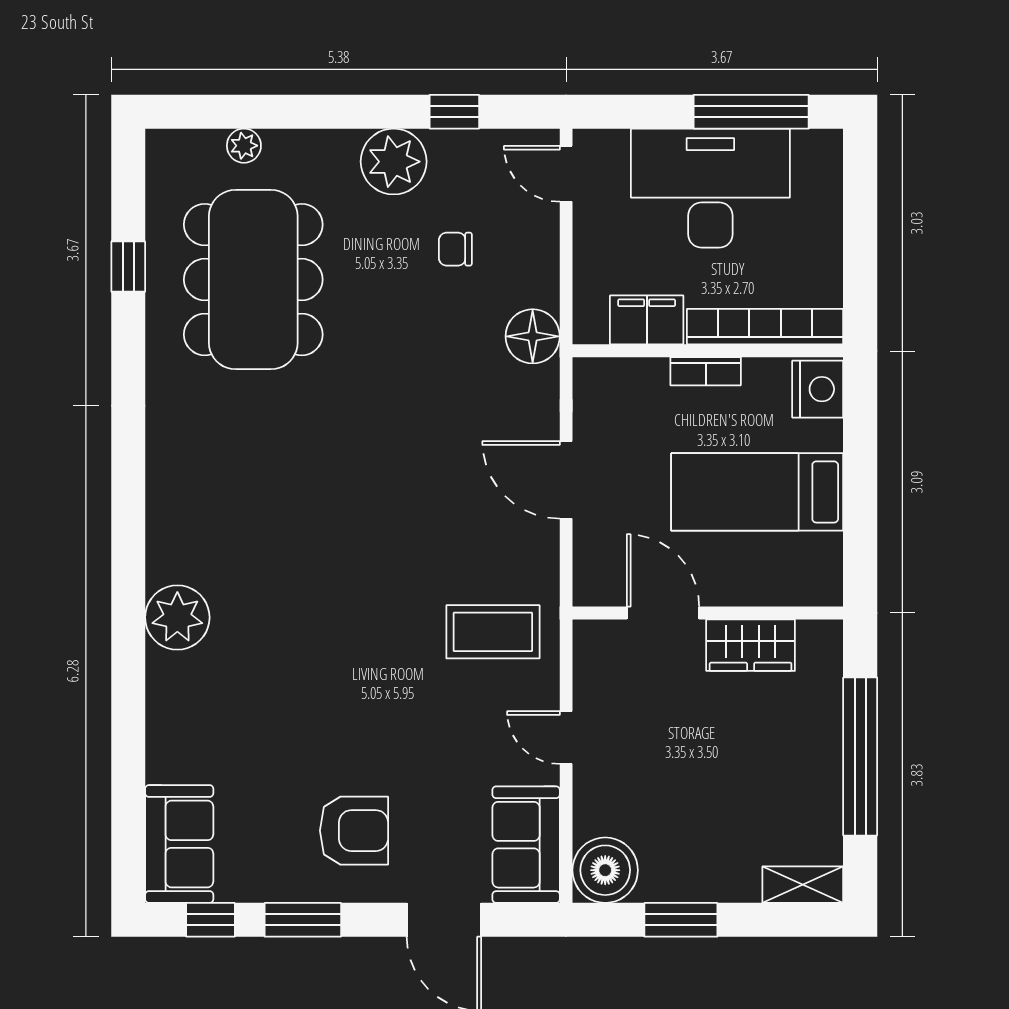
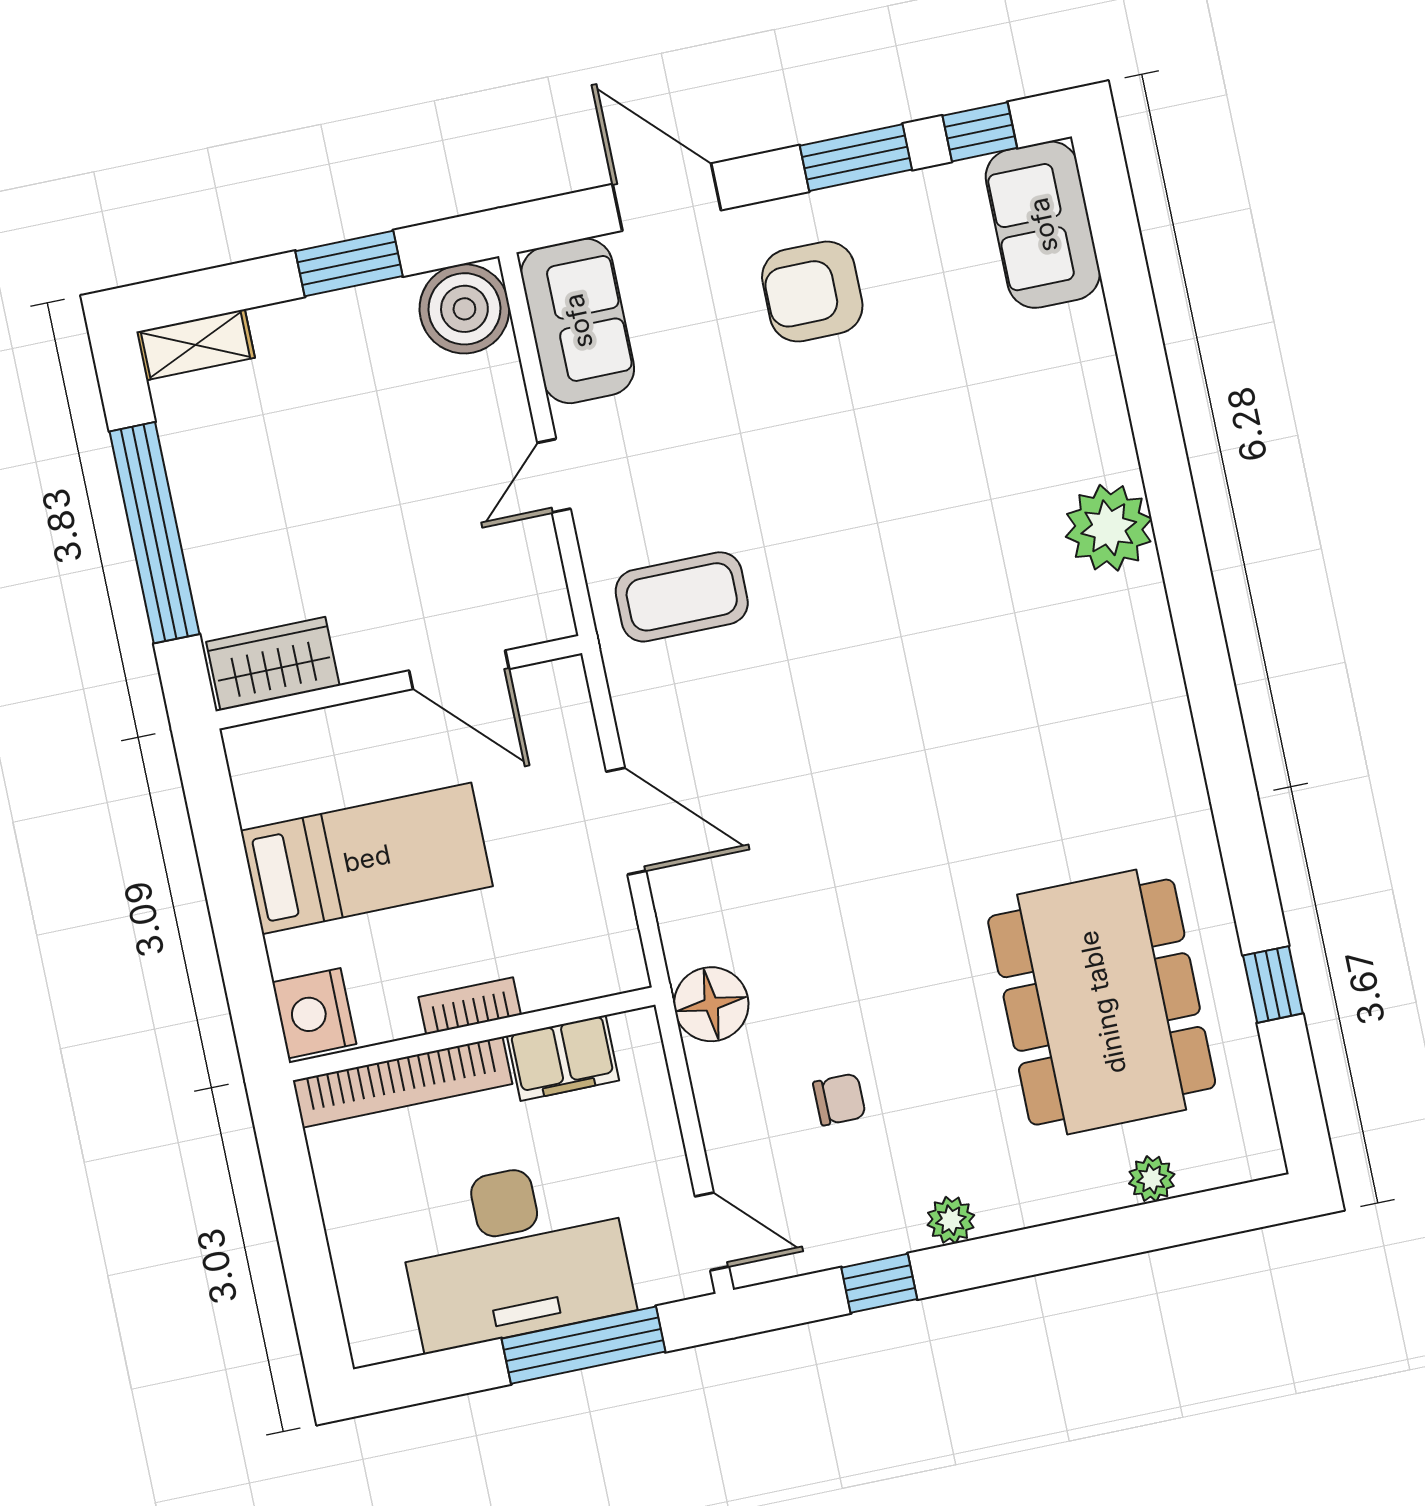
window: (751, 112) -> (583, 1345), moved
plant: (394, 162) -> (951, 1220), width x0.53, depth x0.53
wardrobe: (751, 645) -> (273, 664), moved
door: (566, 738) -> (554, 476), swing flipped

